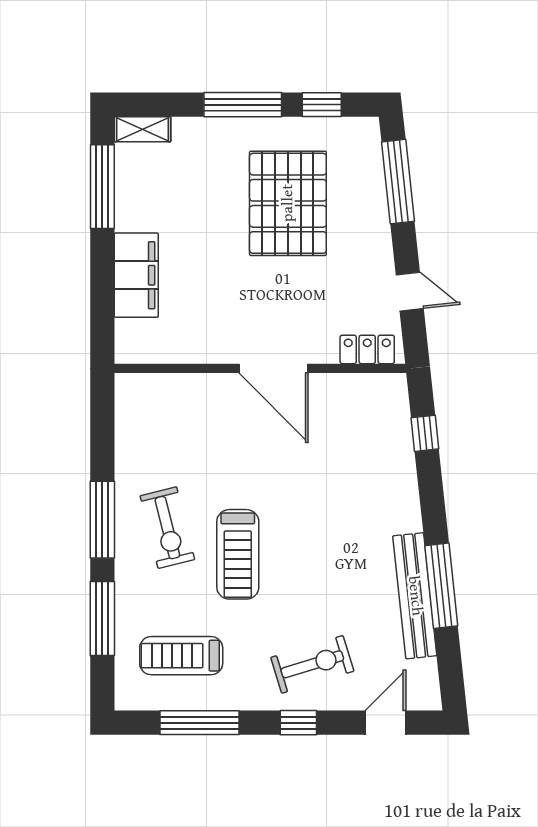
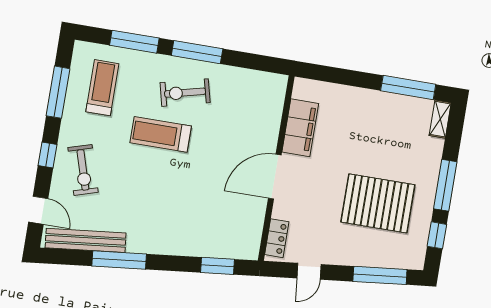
filing cabinet: (136, 275) -> (300, 128), moved, turned -90
window: (425, 433) -> (218, 266), width x1.50
bench: (415, 596) -> (86, 240), moved

